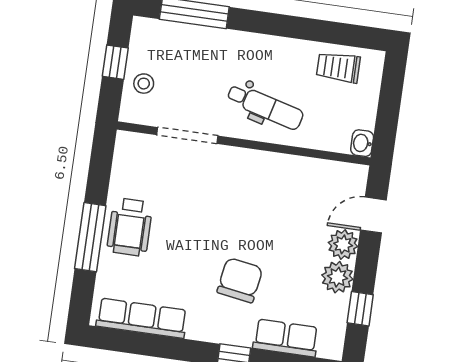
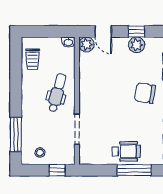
window: (115, 62) -> (57, 170), moved
stool: (144, 84) -> (40, 153), moved
plant: (343, 244) -> (86, 44), moved
window: (360, 309) -> (136, 31), moved

